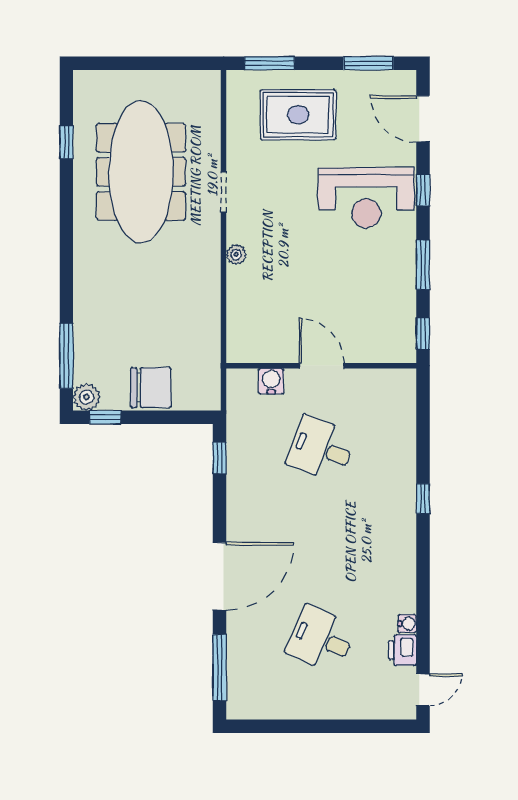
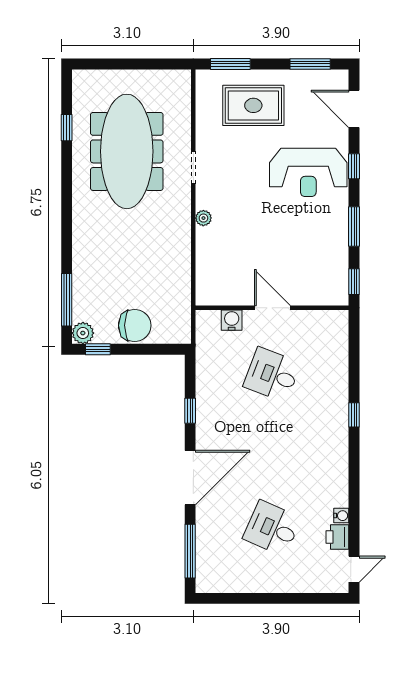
window: (220, 458) -> (190, 411), moved

